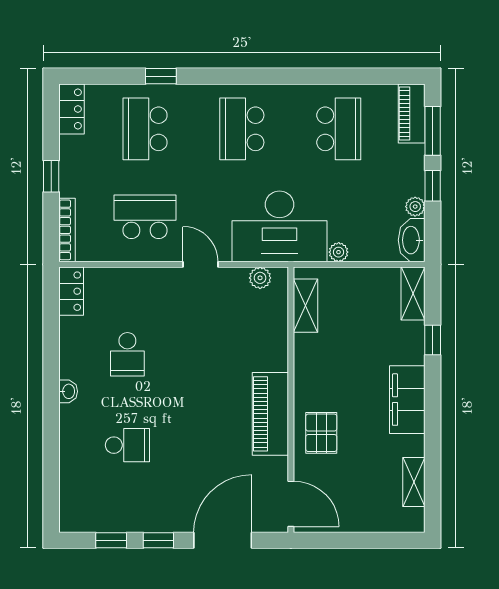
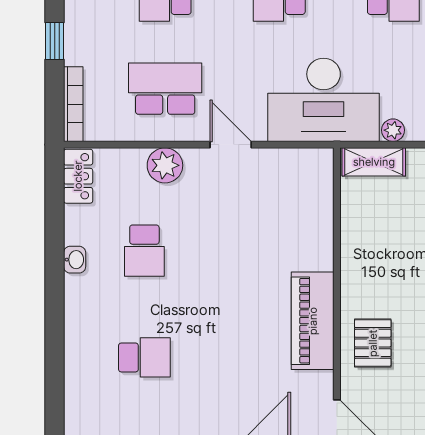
plant: (260, 278) -> (165, 165), moved, width x1.38, depth x1.38
shelving: (306, 306) -> (374, 162), moved, turned 90
washbasin: (68, 391) -> (75, 260), moved

